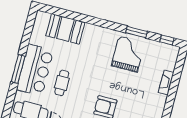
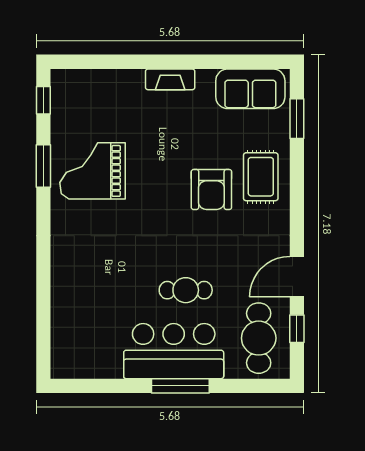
booth: (65, 29) -> (75, 311), removed
fireplace: (166, 83) -> (170, 79), moved

